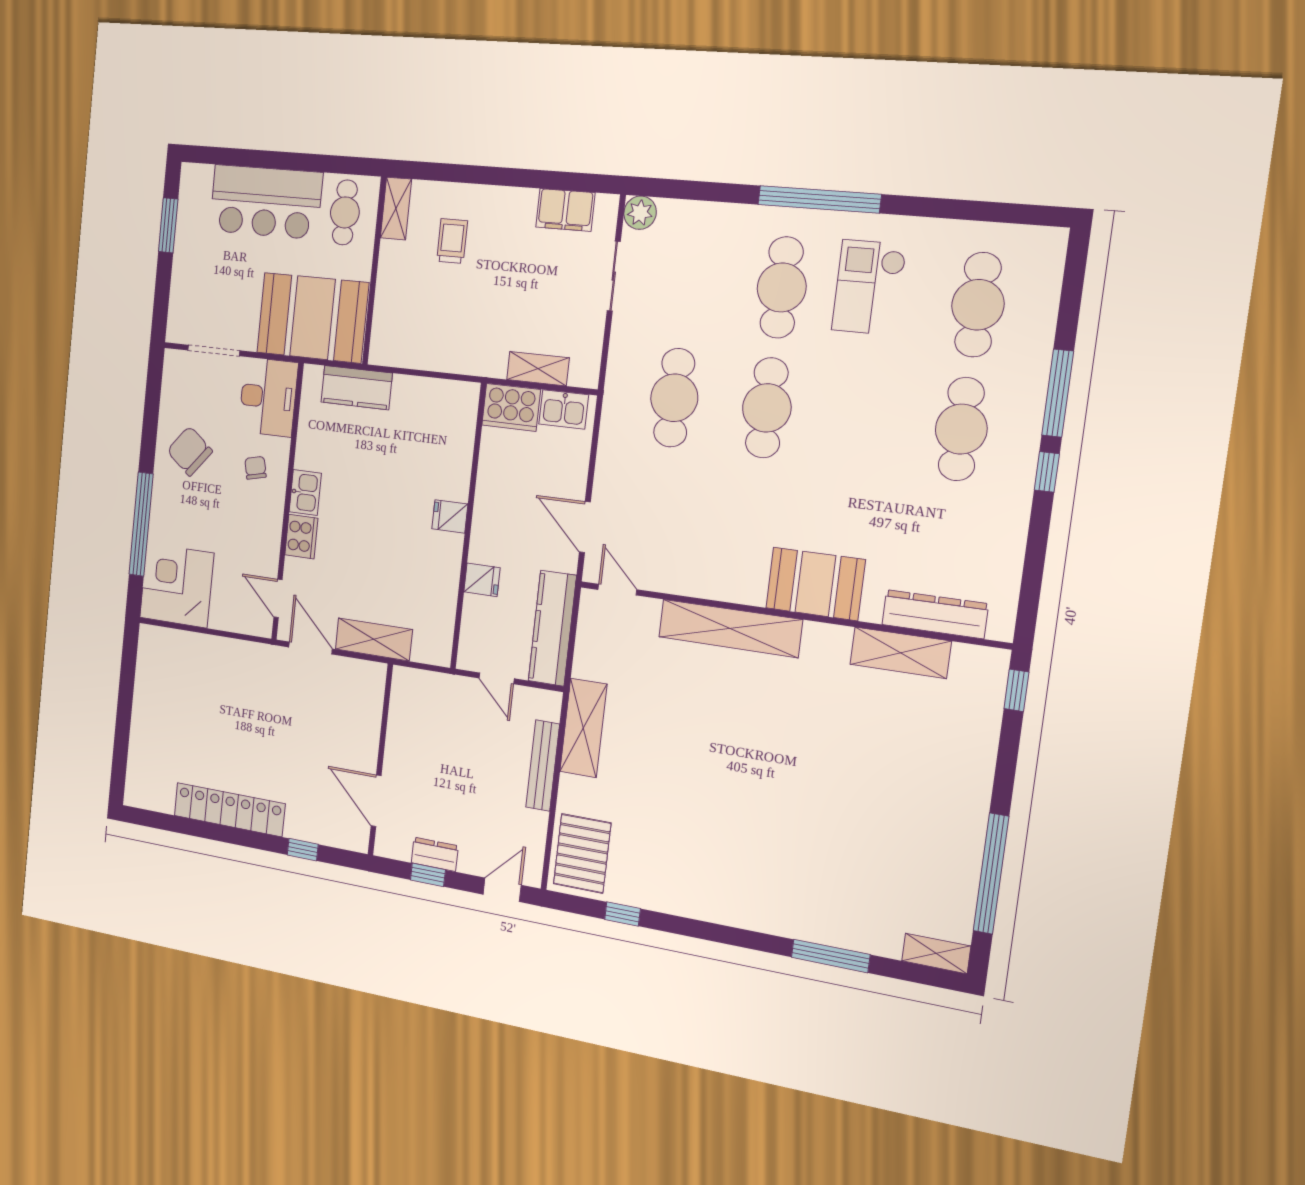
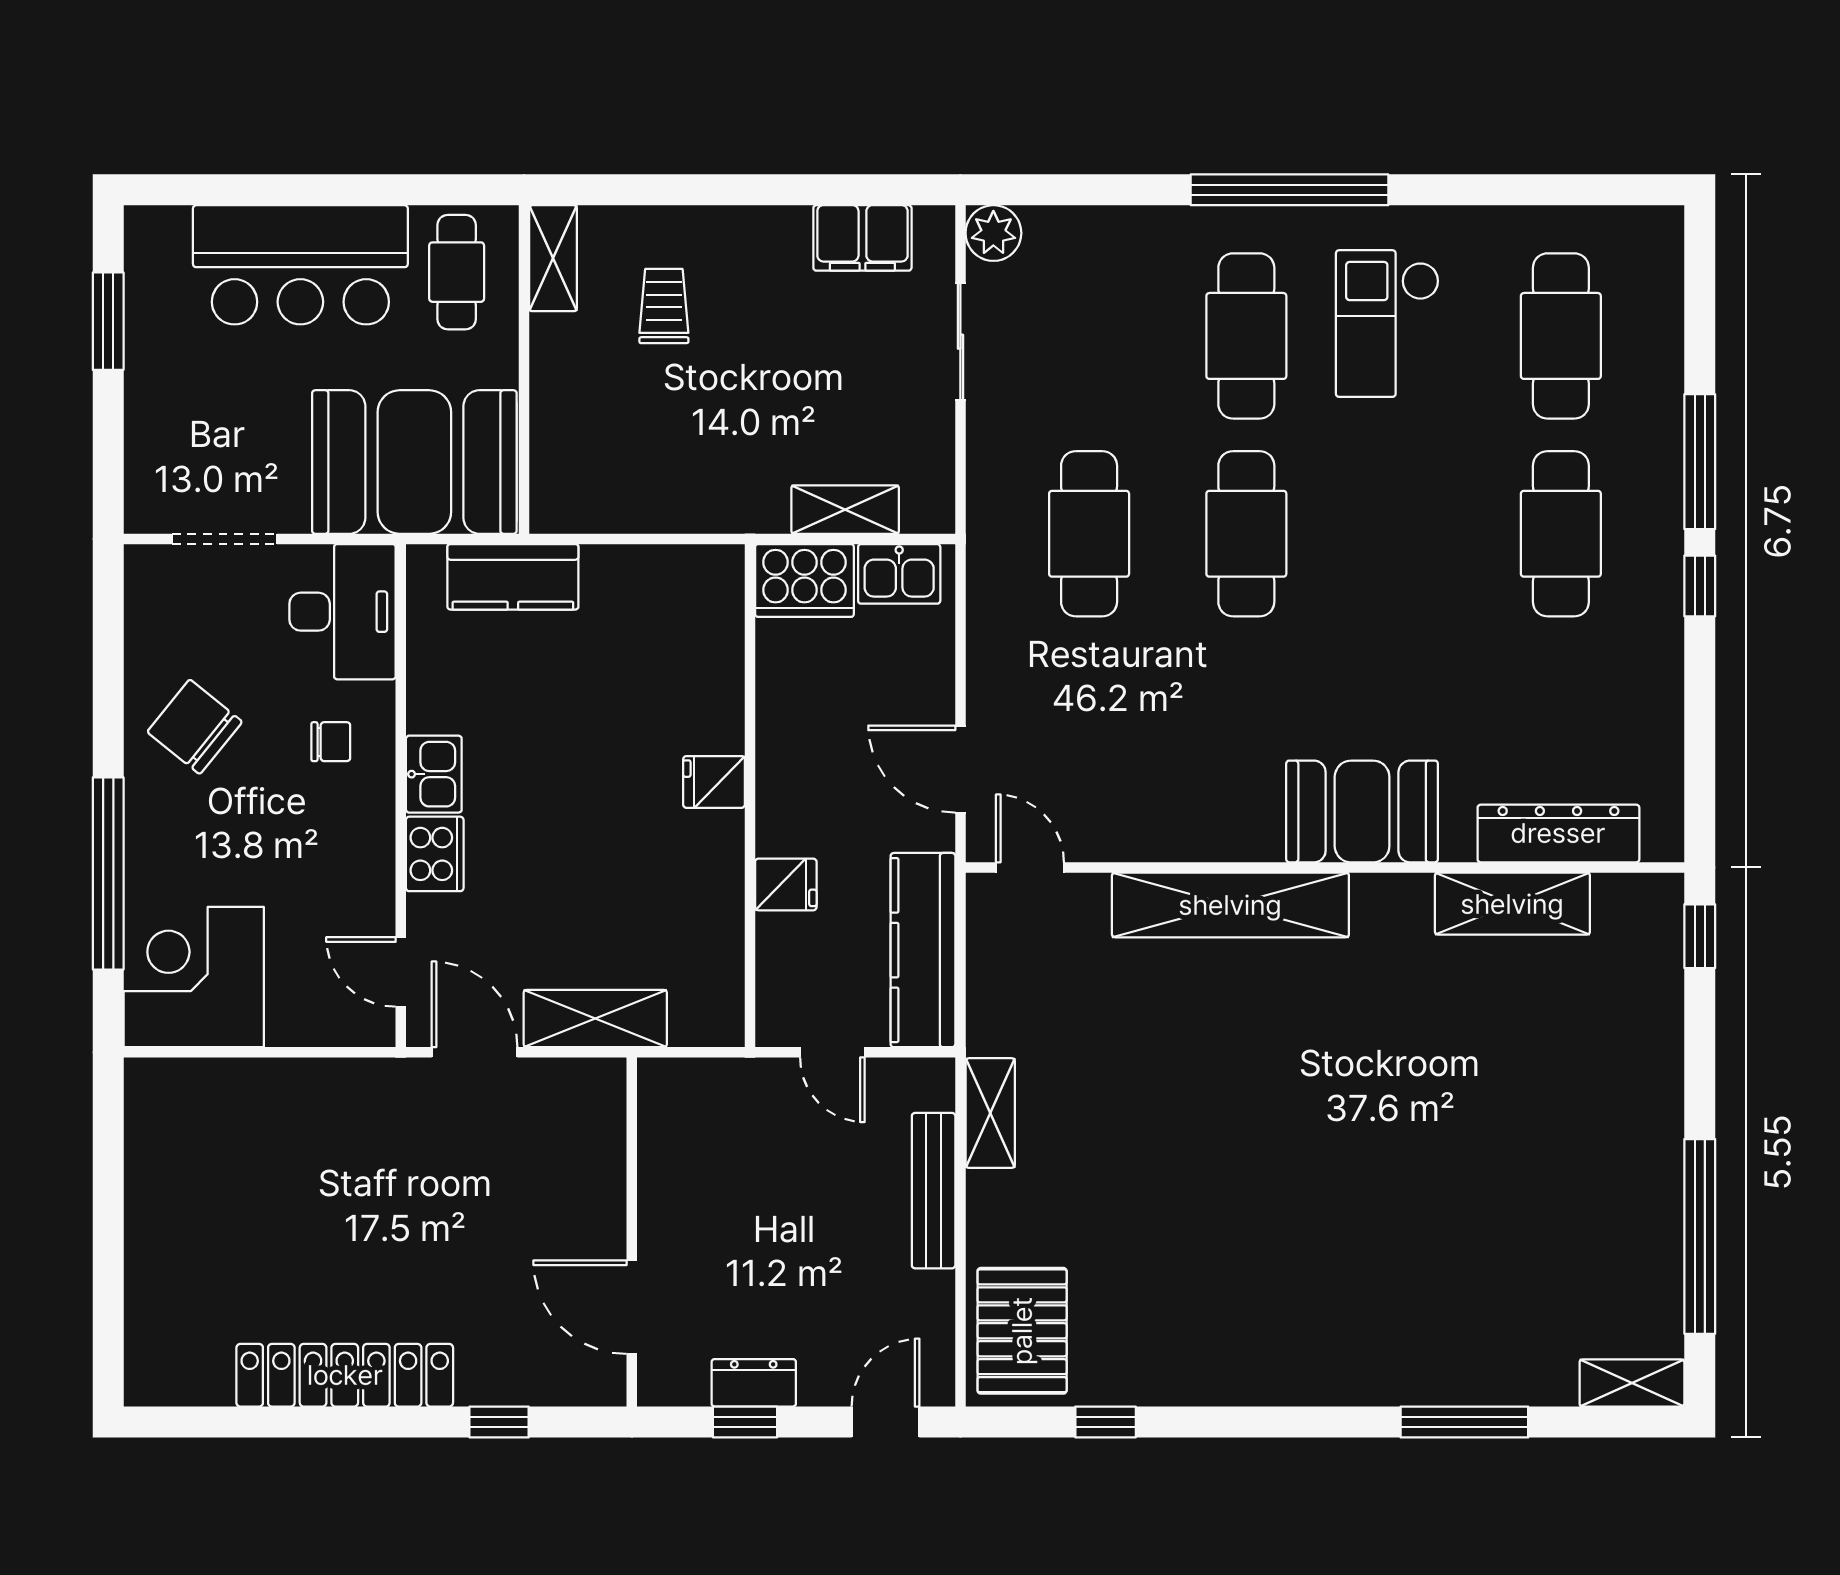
chair: (255, 468) -> (331, 742), turned 103
shelving: (583, 728) -> (990, 1113), width x0.67, depth x0.75

